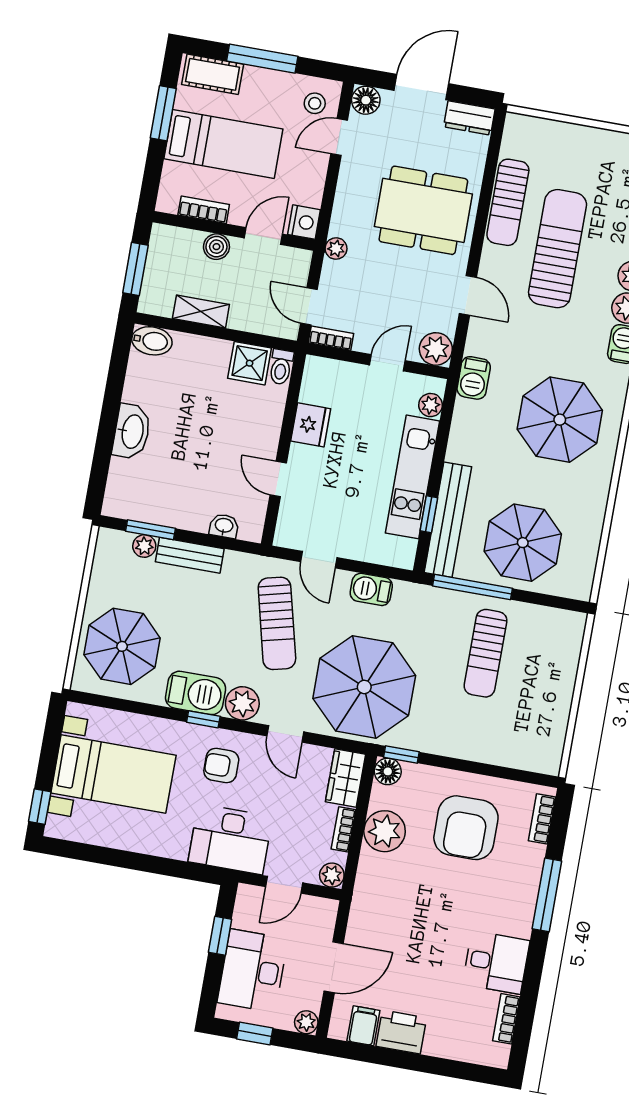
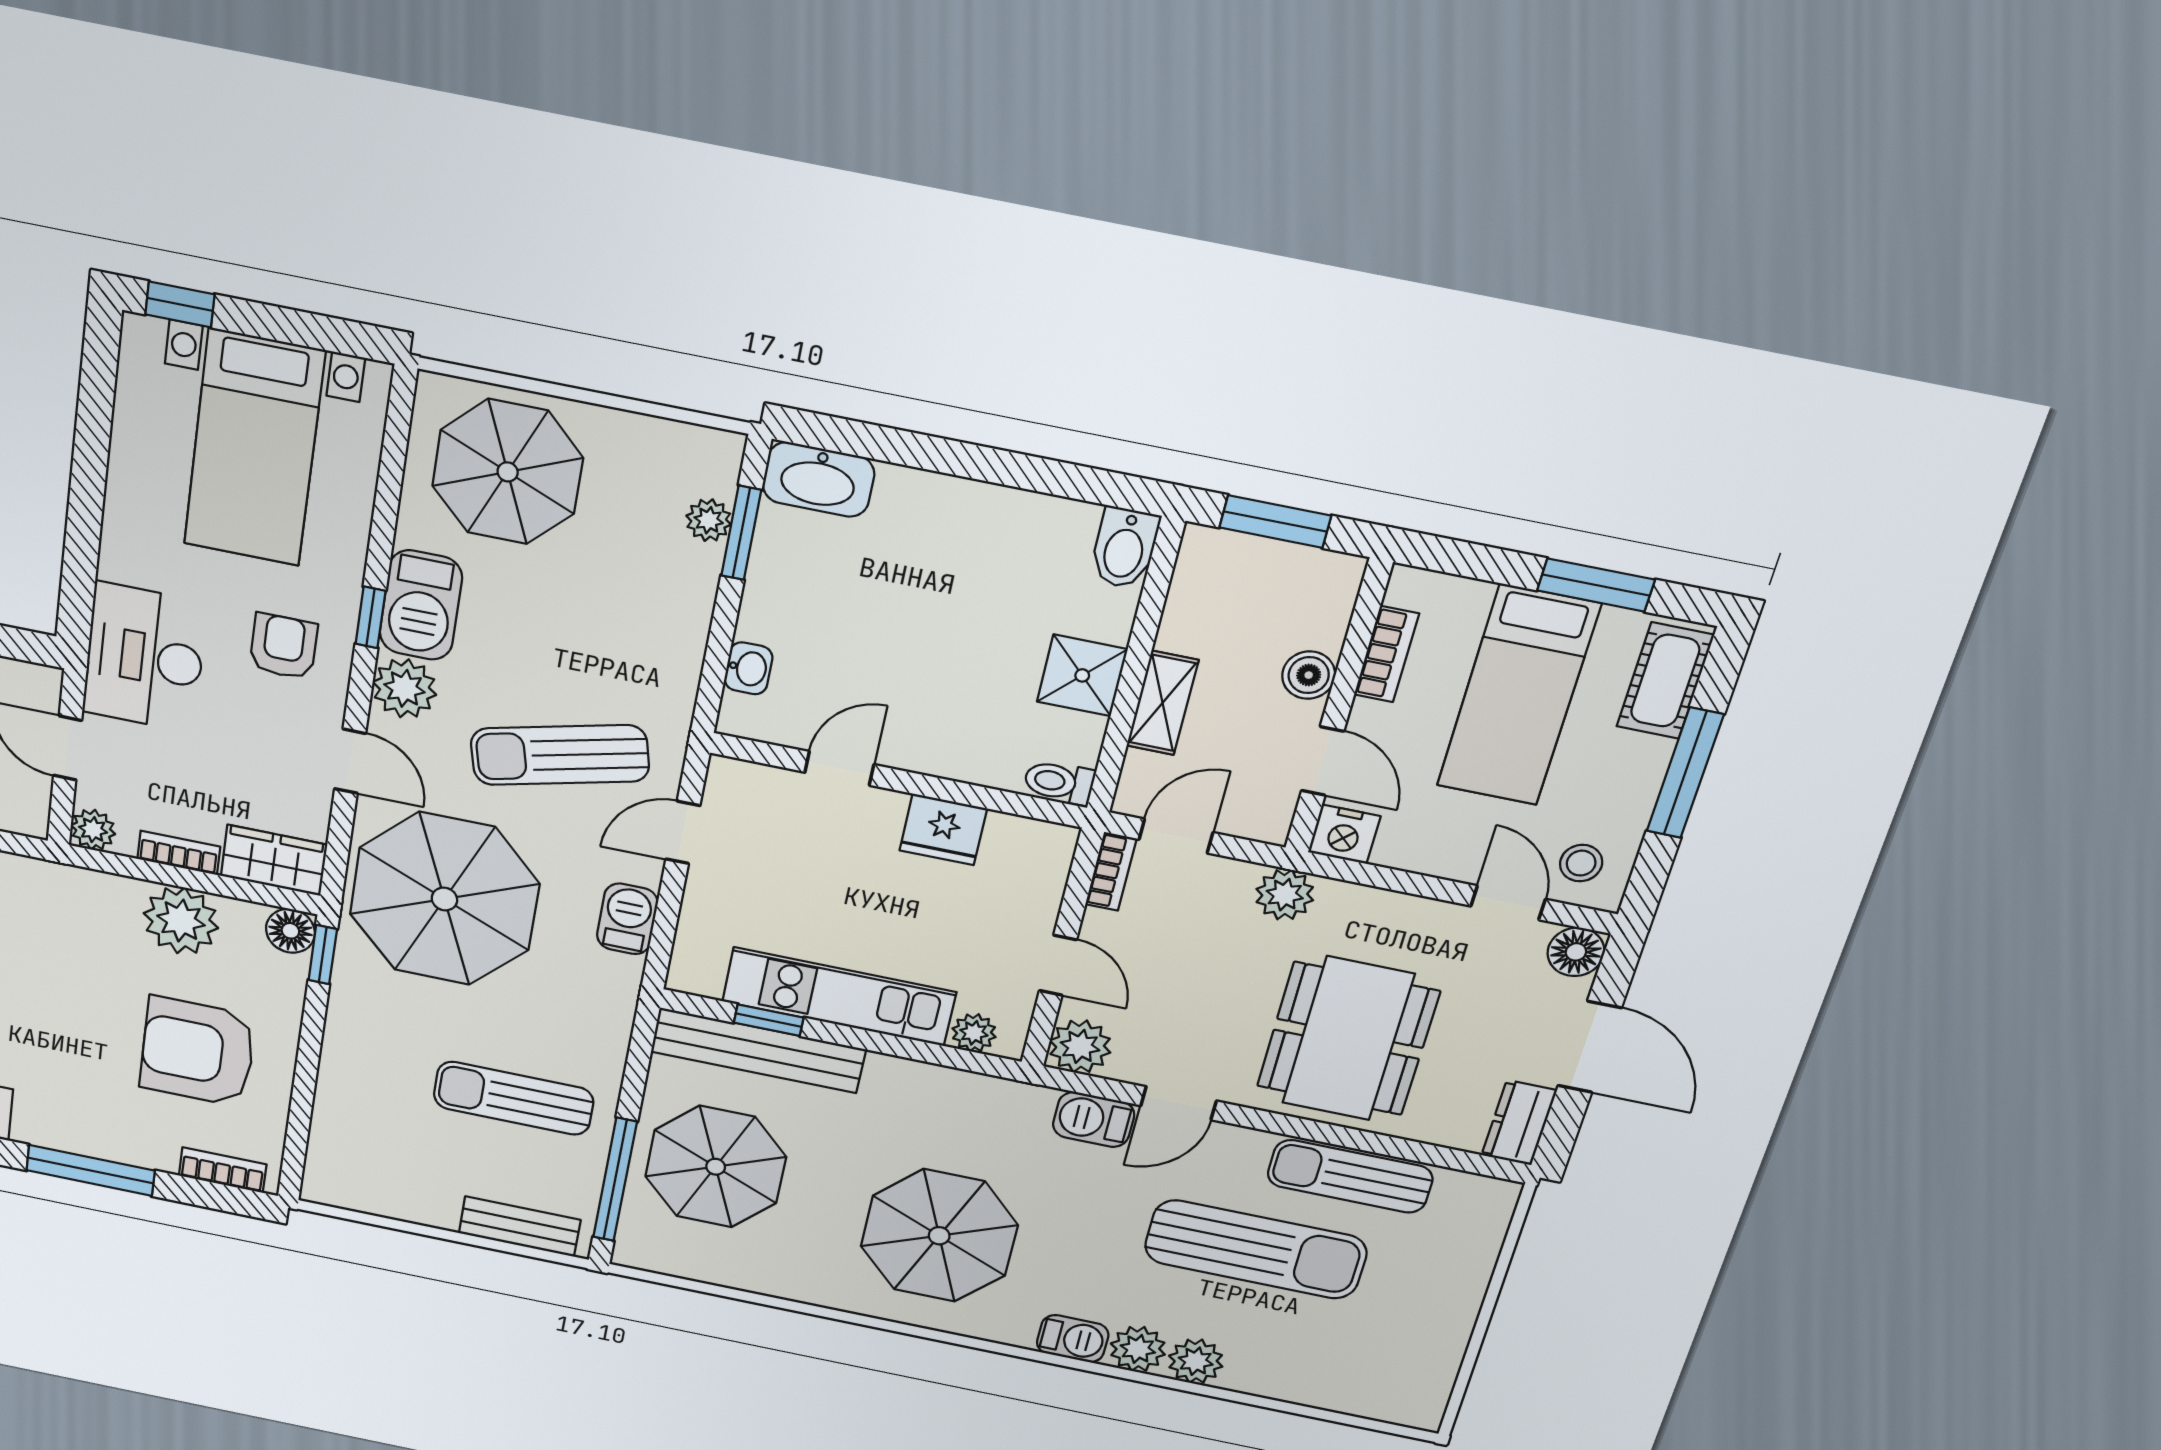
plant: (336, 248) -> (1285, 895), width x1.38, depth x1.38
shelving: (201, 312) -> (1162, 703), moved
shower: (250, 363) -> (1082, 675), moved
barbecue: (474, 378) -> (1094, 1119), moved
washbasin: (132, 431) -> (818, 479), moved
bench: (190, 555) -> (520, 1227), moved, turned 90
window: (472, 587) -> (615, 1180), moved
door: (285, 734) -> (350, 761), swing flipped

